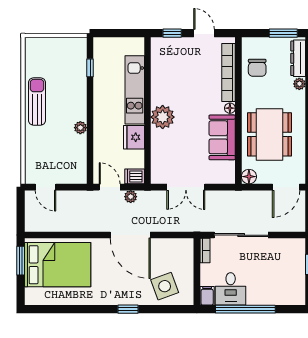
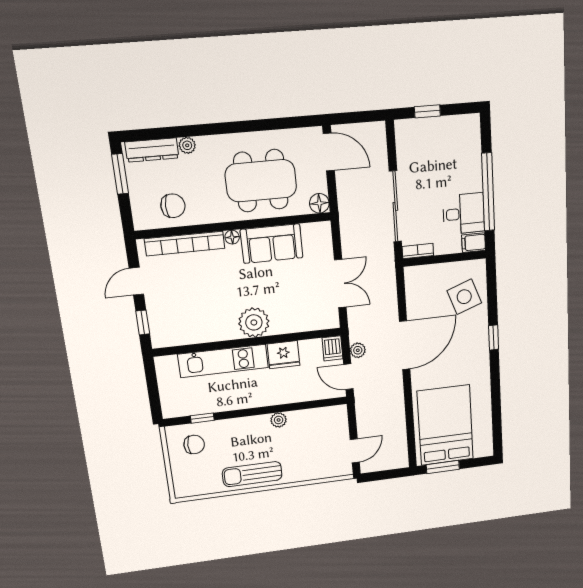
chair: (69, 59) -> (194, 444), added
door: (110, 187) -> (348, 377), hinge flipped

